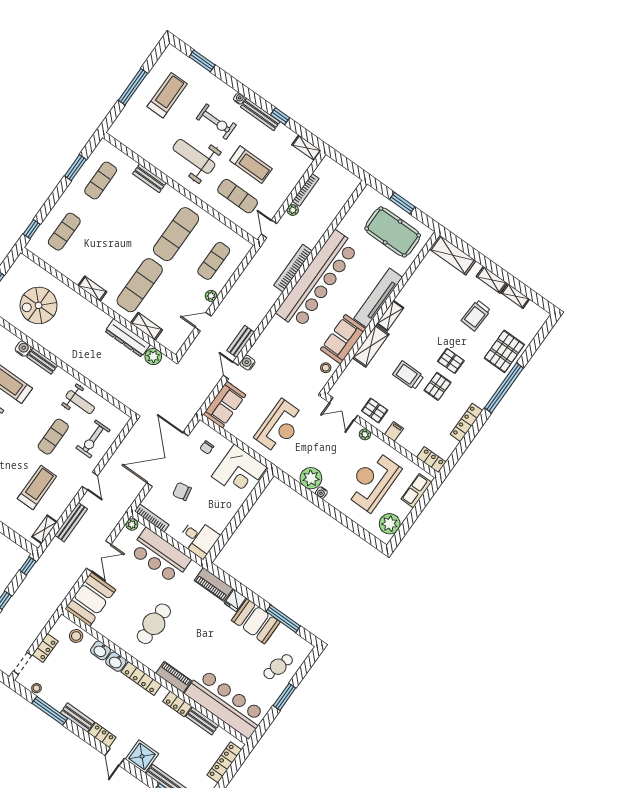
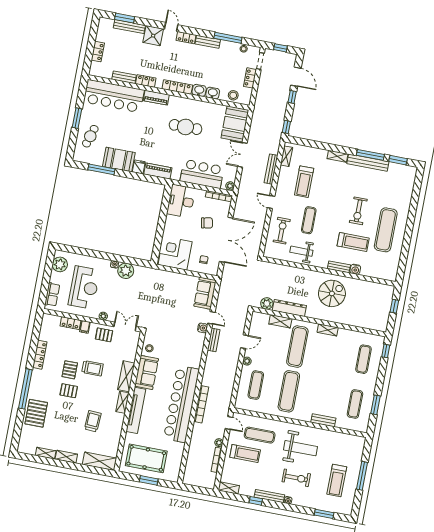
exercise bike: (216, 122) -> (296, 478), turned 180
treadmill: (251, 165) -> (245, 454), moved, turned 180
spiral stairs: (39, 305) -> (332, 293), moved
trolley: (476, 315) -> (93, 421), moved
reception desk: (280, 427) -> (162, 295), removed
locker: (431, 460) -> (70, 323), moved
desk: (199, 538) -> (181, 201), width x1.37
cafe table: (154, 624) -> (185, 127), turned 90
locker: (224, 762) -> (98, 52), width x0.66

